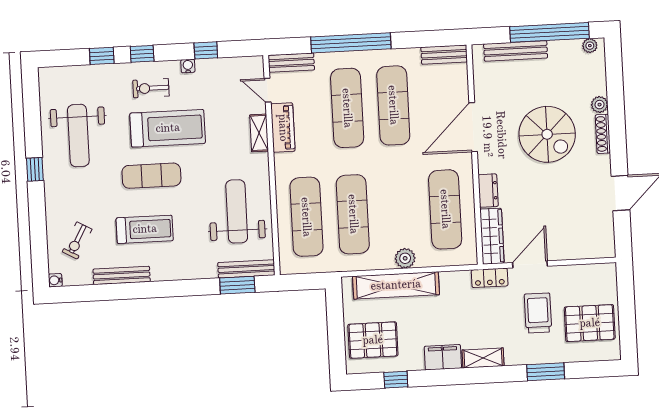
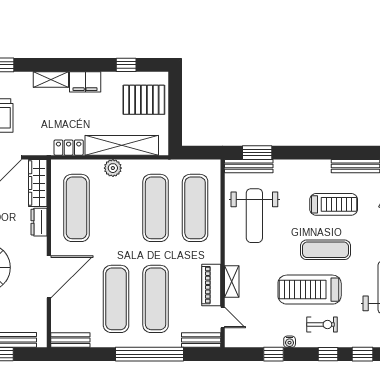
treadmill: (145, 229) -> (334, 204), turned 180
locker: (490, 278) -> (69, 148), moved

